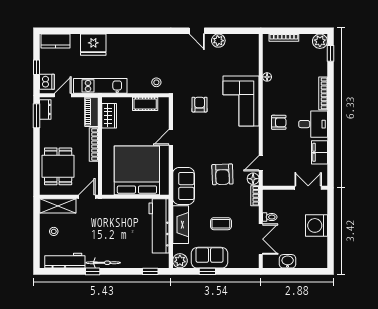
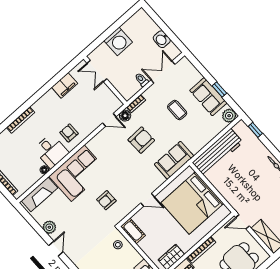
cot: (145, 104) -> (133, 231), moved
desk: (313, 124) -> (51, 151), moved, turned 180
fireplace: (181, 225) -> (39, 194), moved, turned 180

